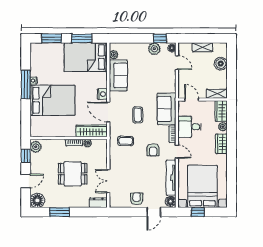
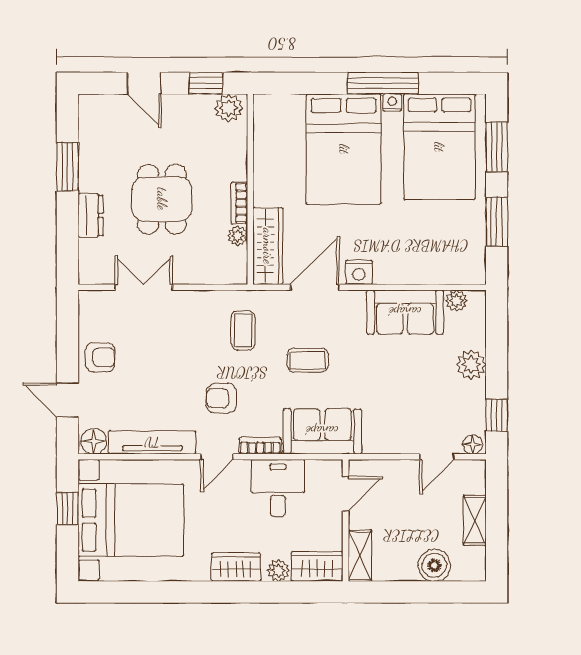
plant: (154, 49) -> (471, 365), moved
bed: (86, 57) -> (439, 147), moved, turned 180
floor lamp: (37, 200) -> (96, 112), removed
dresser: (98, 203) -> (90, 215), moved

